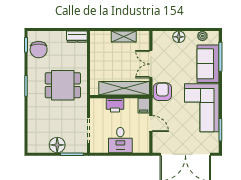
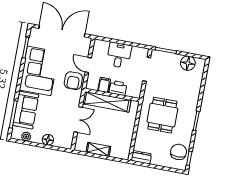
dining table: (63, 85) -> (162, 115), turned 90
armchair: (162, 92) -> (73, 81), moved
filing cabinet: (144, 106) -> (104, 85), moved
floor lamp: (57, 145) -> (188, 63), moved

